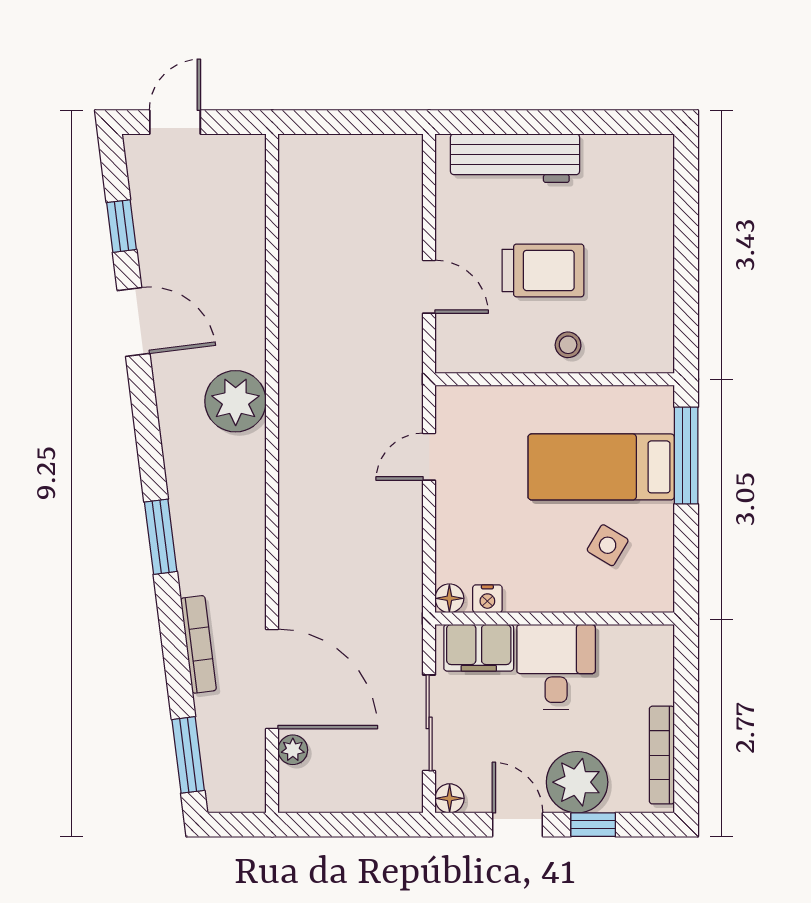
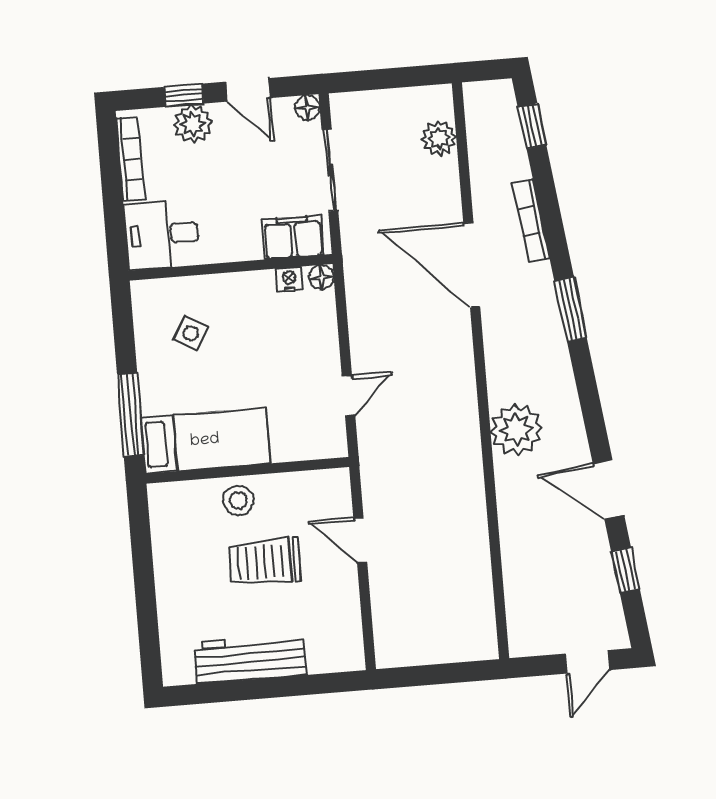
workbench: (515, 158) -> (250, 659), moved
stool: (568, 345) -> (238, 500), width x1.37, depth x1.37
bed: (601, 467) -> (205, 441), moved
desk: (556, 667) -> (162, 234), moved, turned 90
door: (272, 679) -> (472, 265), moved
plant: (293, 750) -> (439, 138), width x1.38, depth x1.38
window: (188, 755) -> (532, 126), width x0.67
plant: (577, 782) -> (193, 124), width x0.73, depth x0.73

